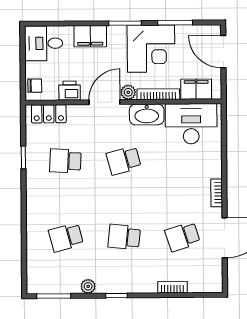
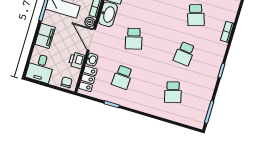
washbasin: (77, 111) -> (92, 60), added
plant: (88, 286) -> (210, 87), removed

